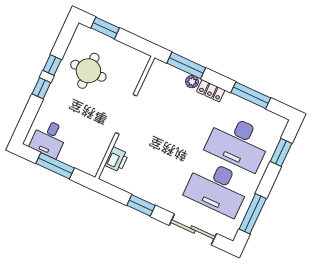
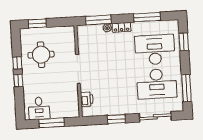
desk: (238, 142) -> (155, 50), turned 180

